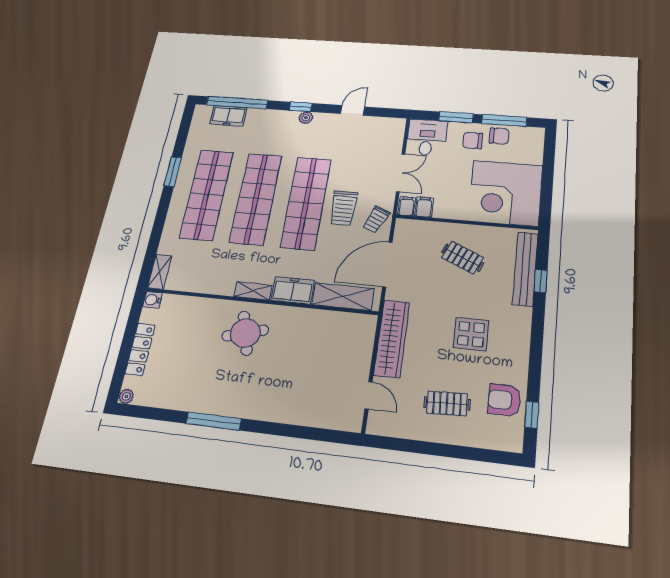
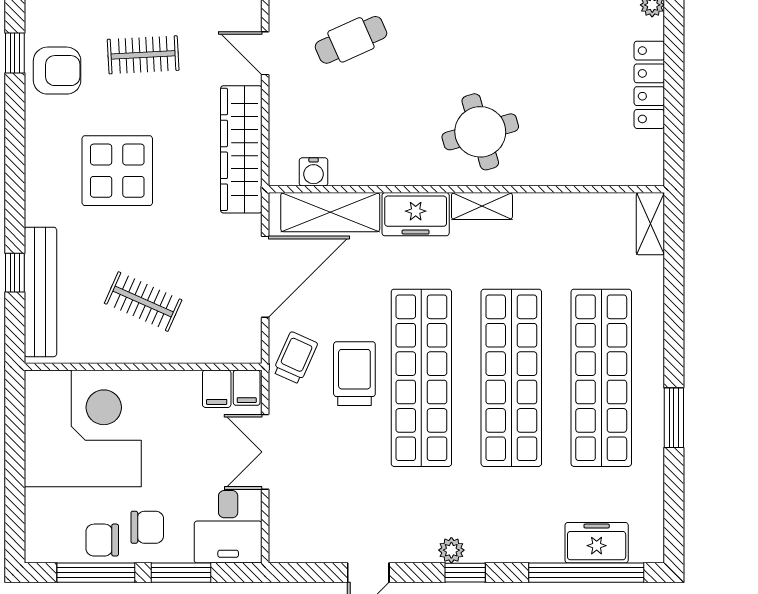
water cooler: (152, 300) -> (314, 172), moved, turned 90
display table: (471, 334) -> (117, 171), width x1.36, depth x1.36
cafe table: (313, 397) -> (351, 40), added

